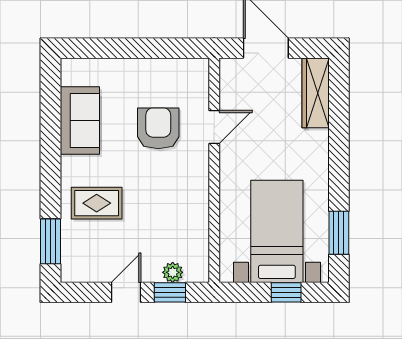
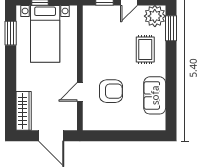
armchair: (158, 128) -> (111, 91), turned -90
rug: (97, 203) -> (145, 50), turned 90
plant: (173, 272) -> (155, 16), moved, width x1.87, depth x1.87

